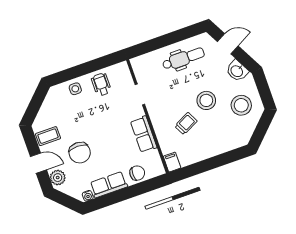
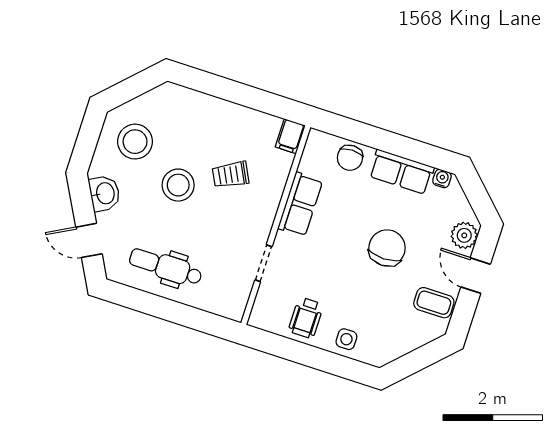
chair: (80, 153) -> (387, 248), moved
chair: (137, 173) -> (350, 158), turned -90

